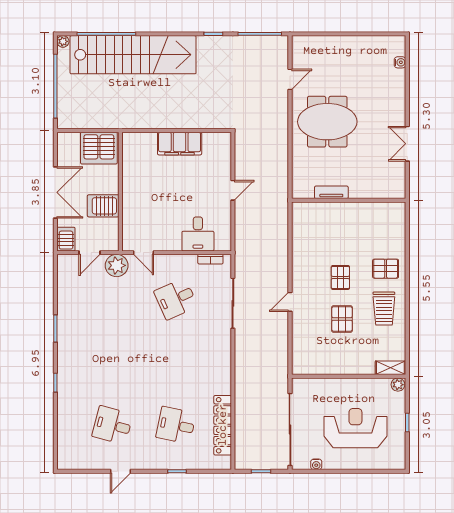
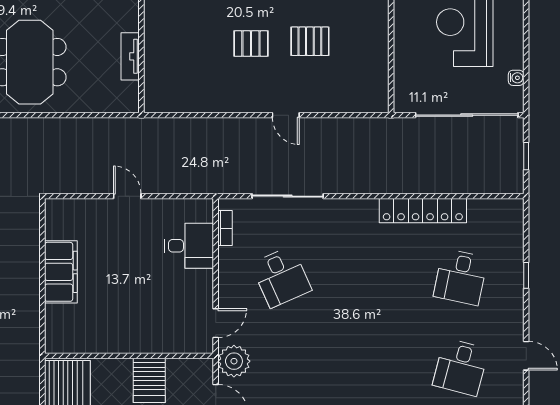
locker: (223, 425) -> (423, 211), moved

